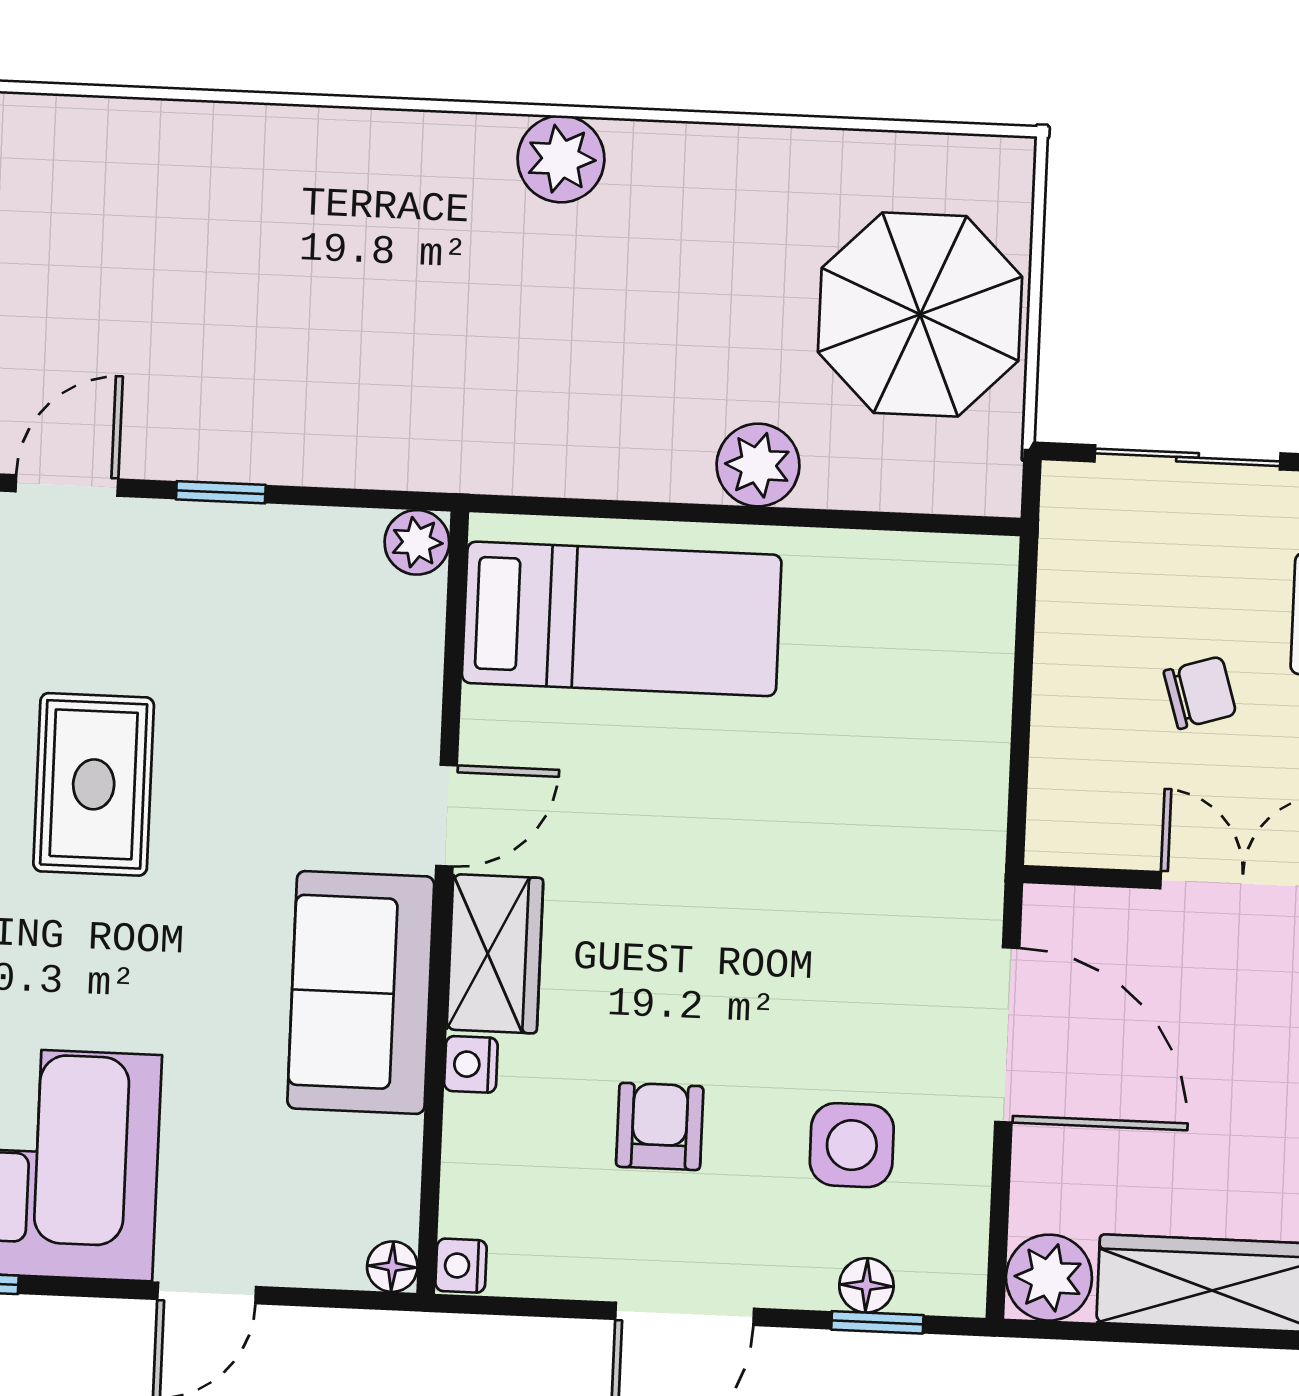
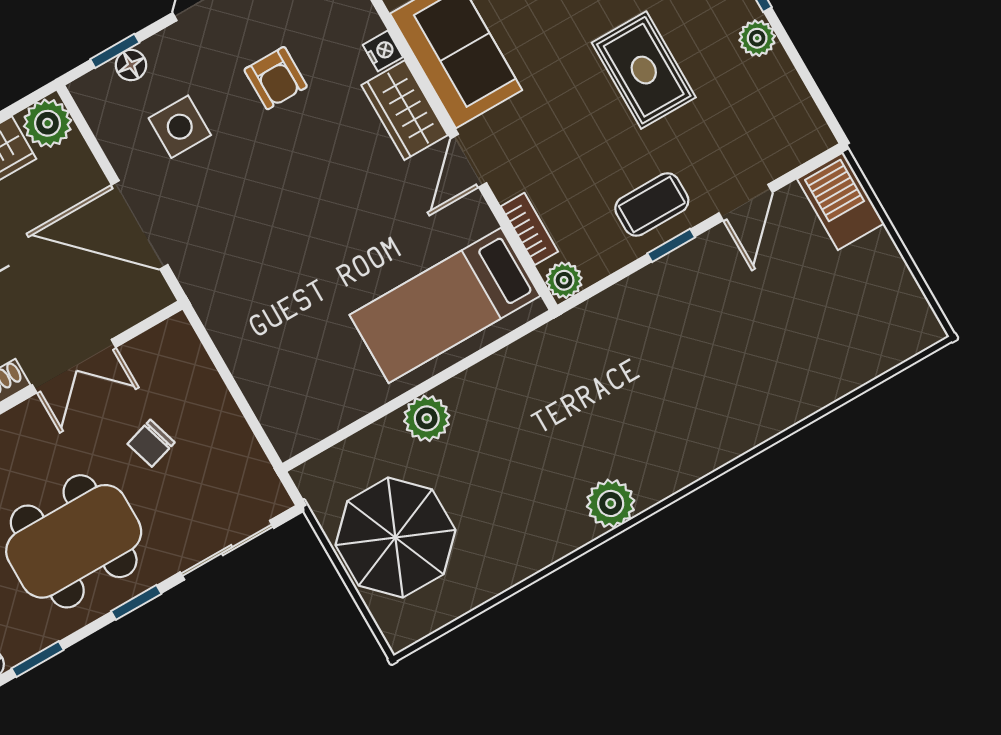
coffee table: (211, 573) -> (652, 205), added
bookcase: (420, 653) -> (529, 229), added

